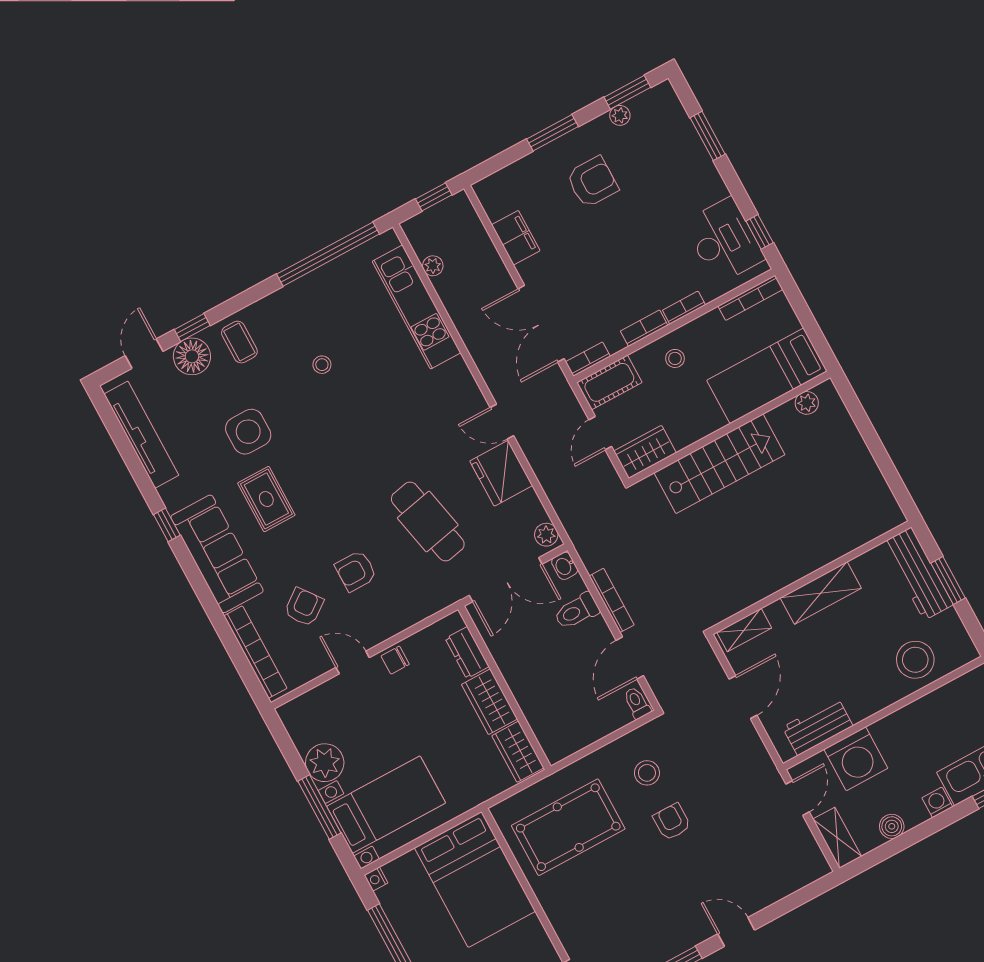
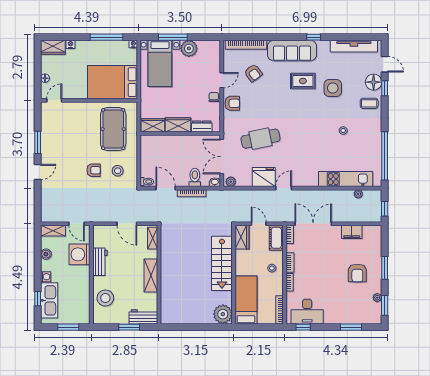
plant: (807, 403) -> (223, 314), width x1.87, depth x1.87
armchair: (356, 571) -> (232, 103), moved, turned 90
workbench: (918, 574) -> (143, 317), width x0.73
workbench: (818, 727) -> (100, 262), moved

